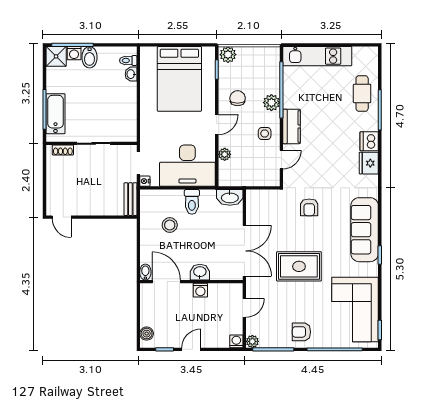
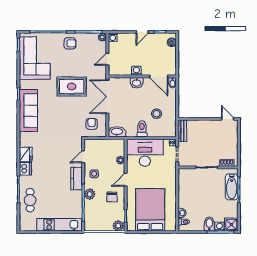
armchair: (309, 207) -> (92, 124), moved

